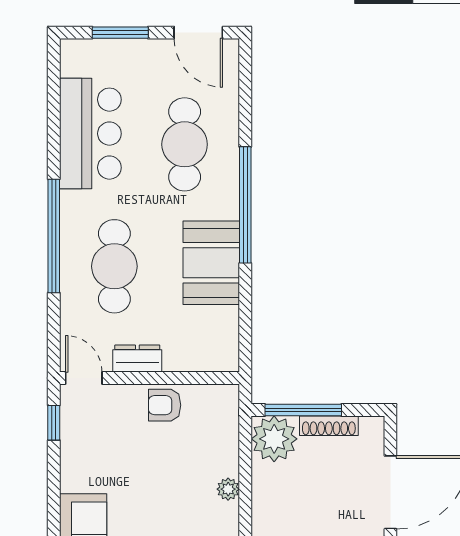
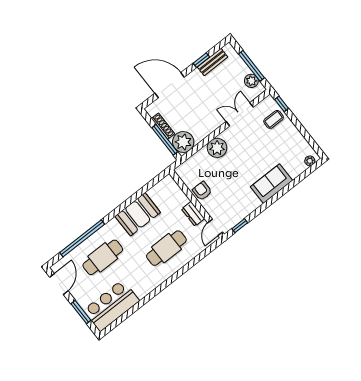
bar counter: (90, 134) -> (111, 305), moved
window: (245, 205) -> (82, 238), moved
window: (54, 236) -> (173, 278), removed
armchair: (165, 405) -> (202, 191), turned 180
plant: (228, 489) -> (217, 148), width x1.88, depth x1.88

